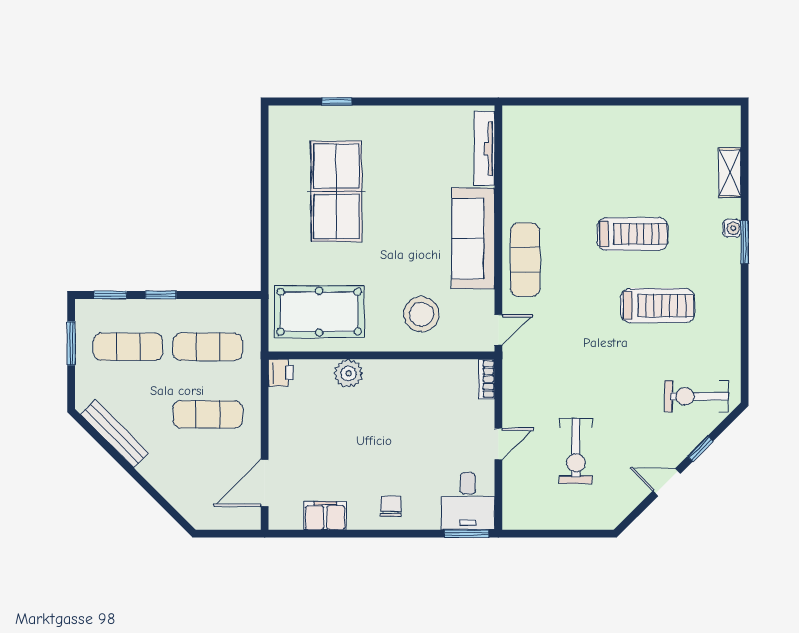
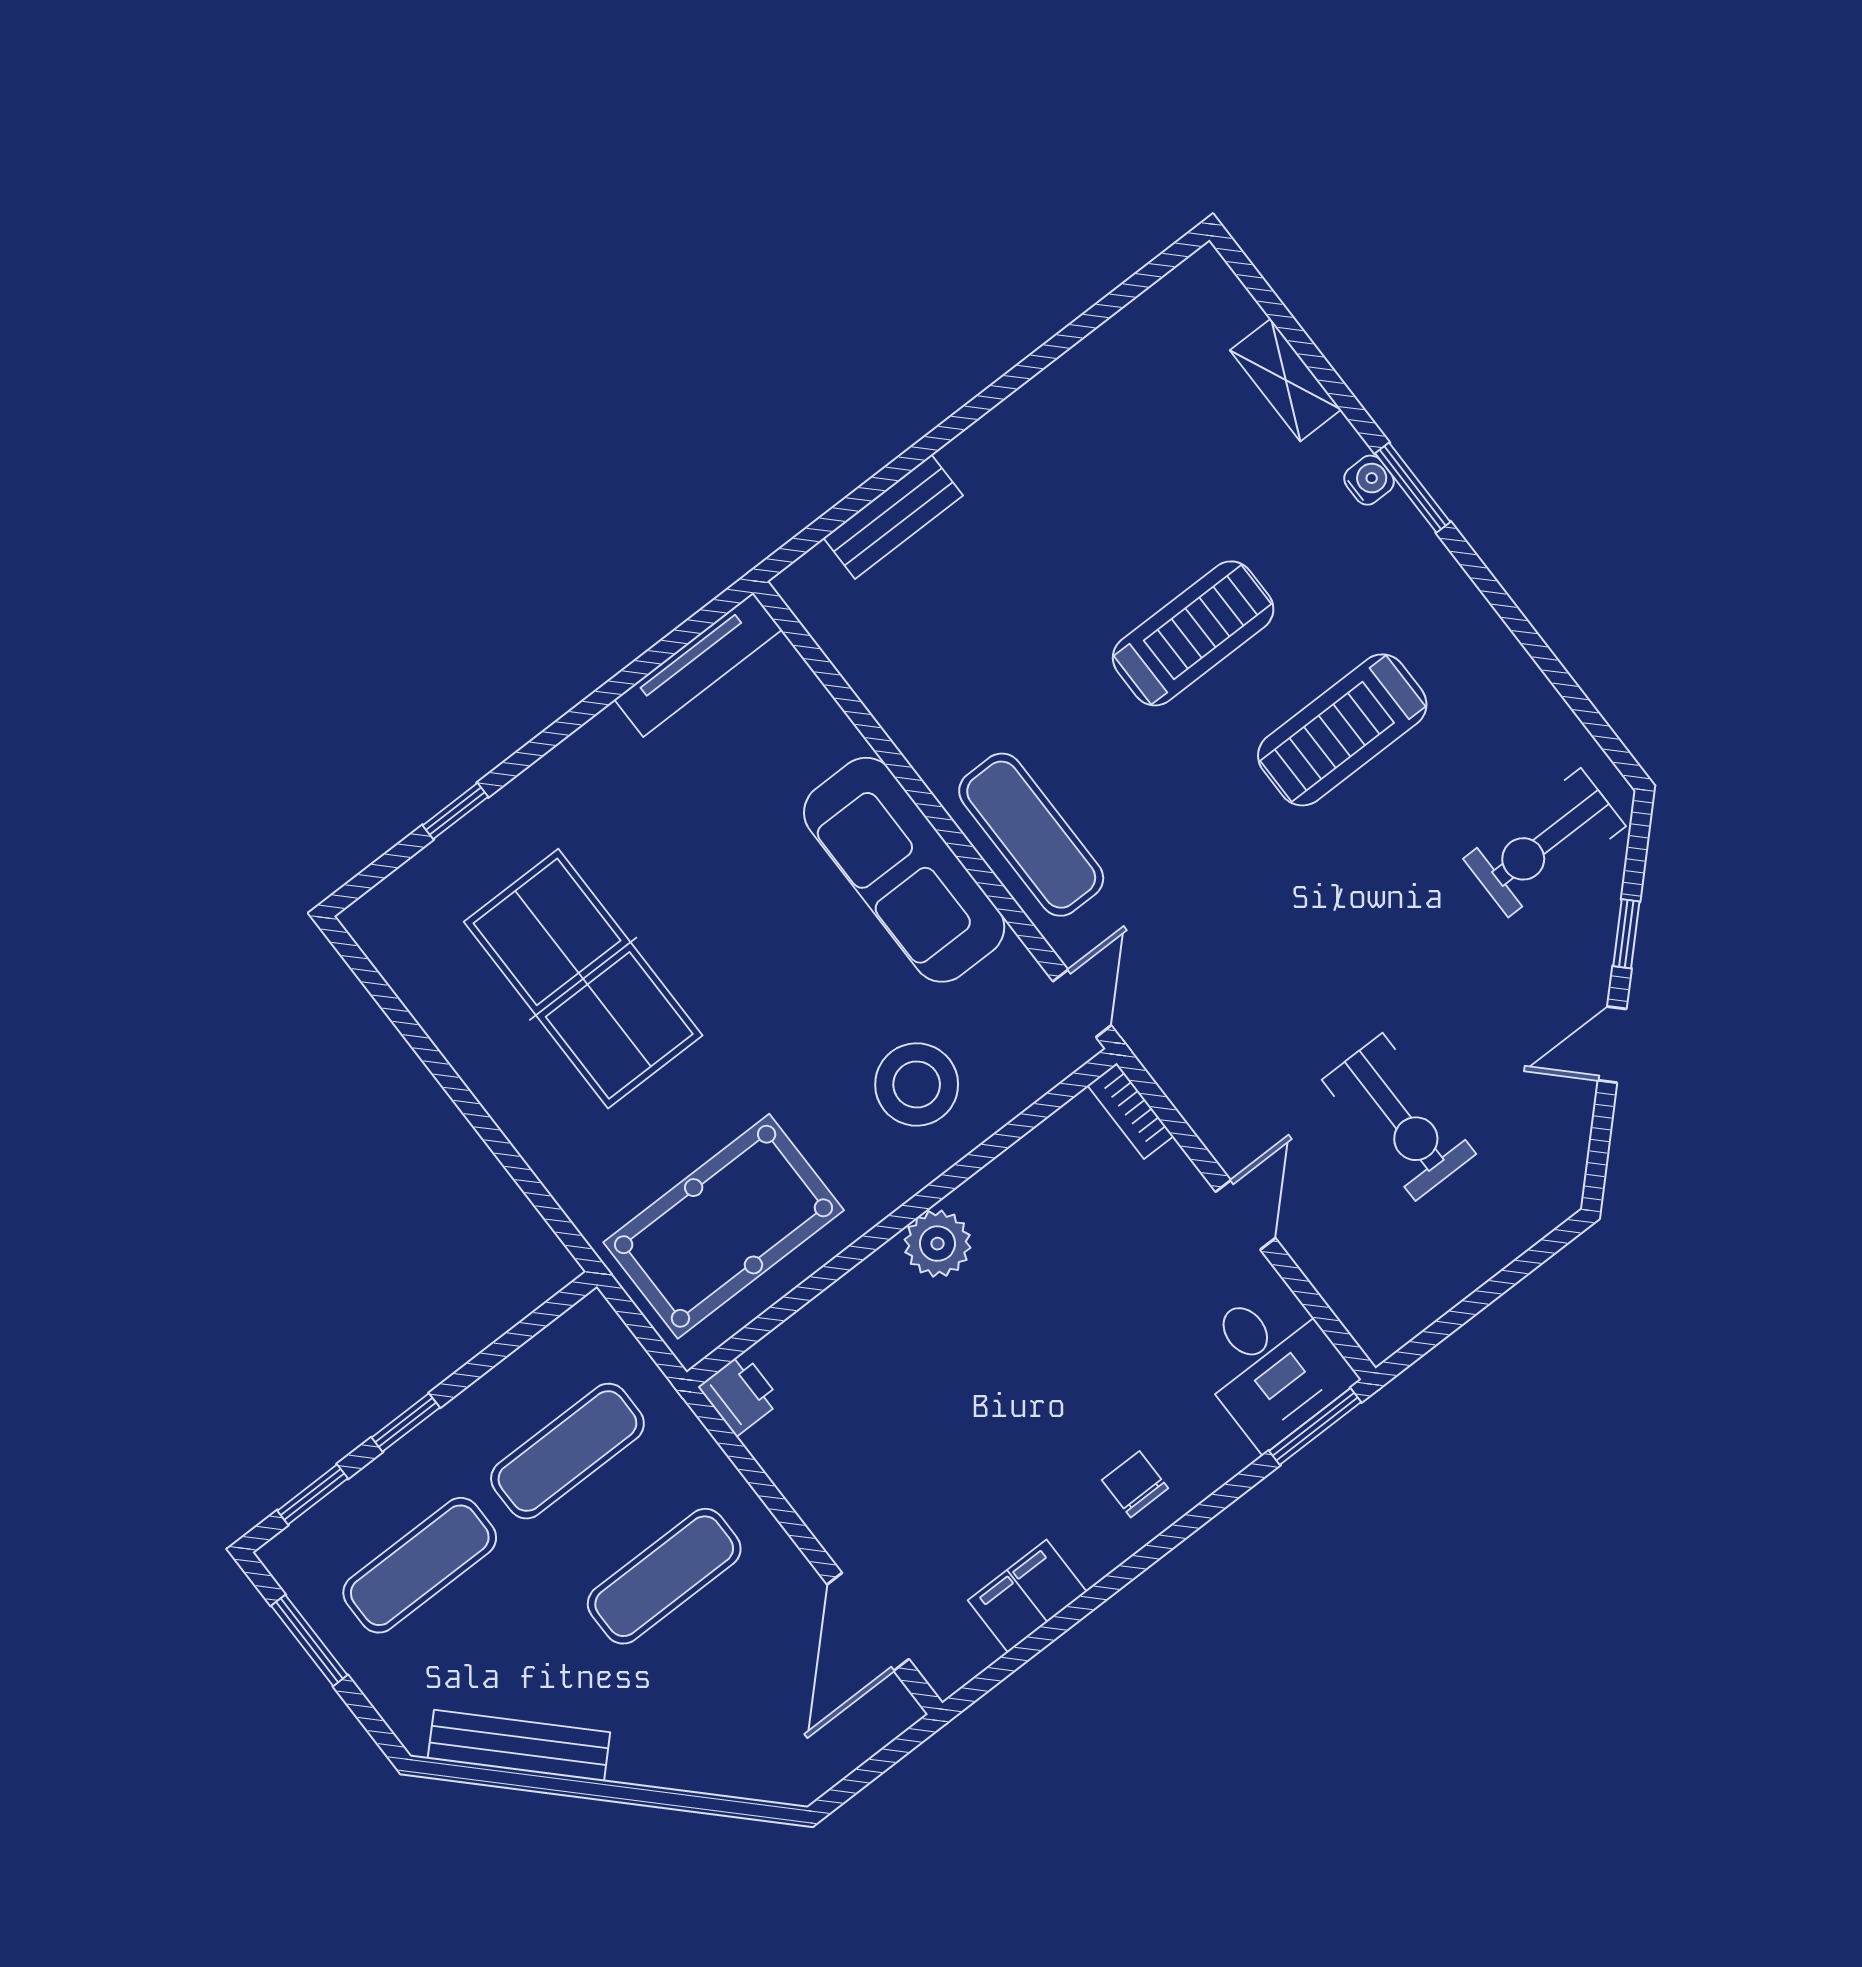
bench: (562, 116) -> (893, 517), added
tv unit: (484, 149) -> (698, 665), moved, turned -90
treadmill: (658, 306) -> (1342, 730), turned 180
plant: (349, 373) -> (937, 1244), moved

